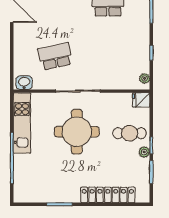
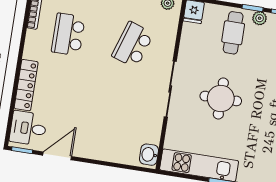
school desk: (55, 56) -> (133, 45), moved, turned 30
round table: (77, 132) -> (221, 98), width x0.73, depth x0.73

